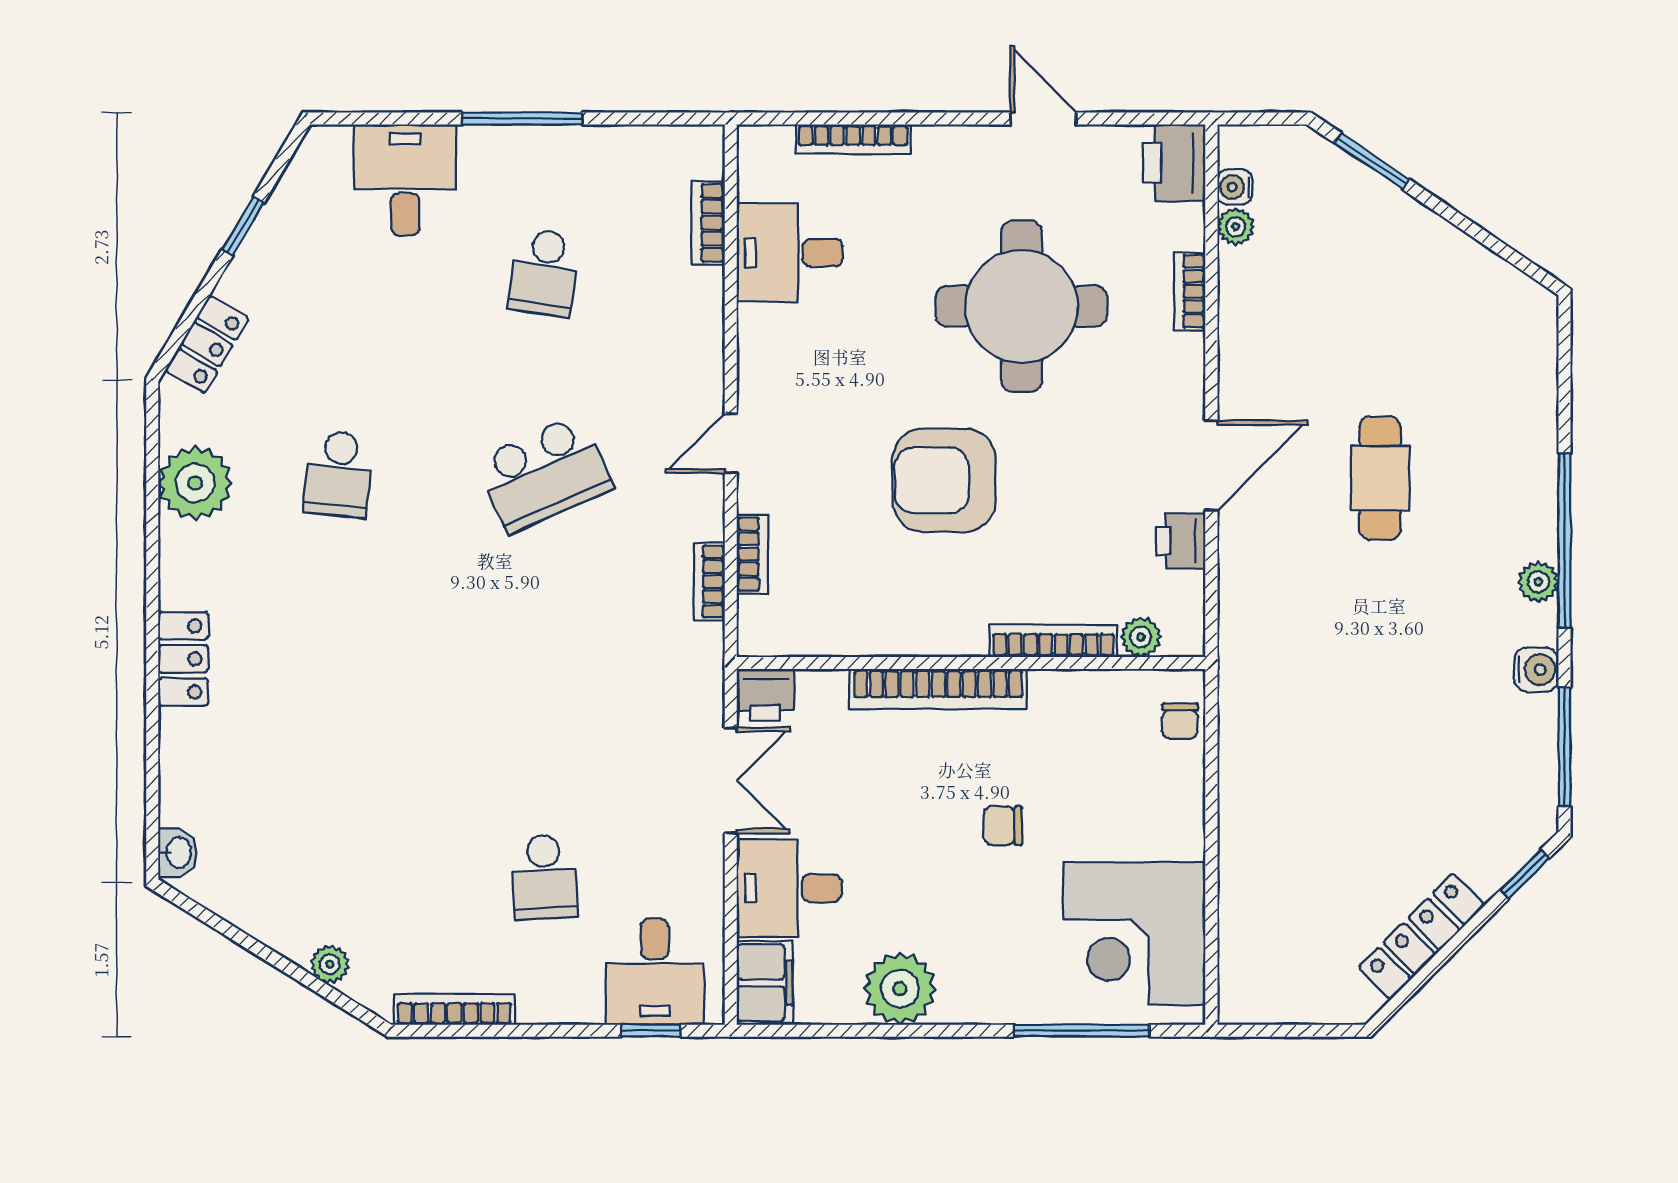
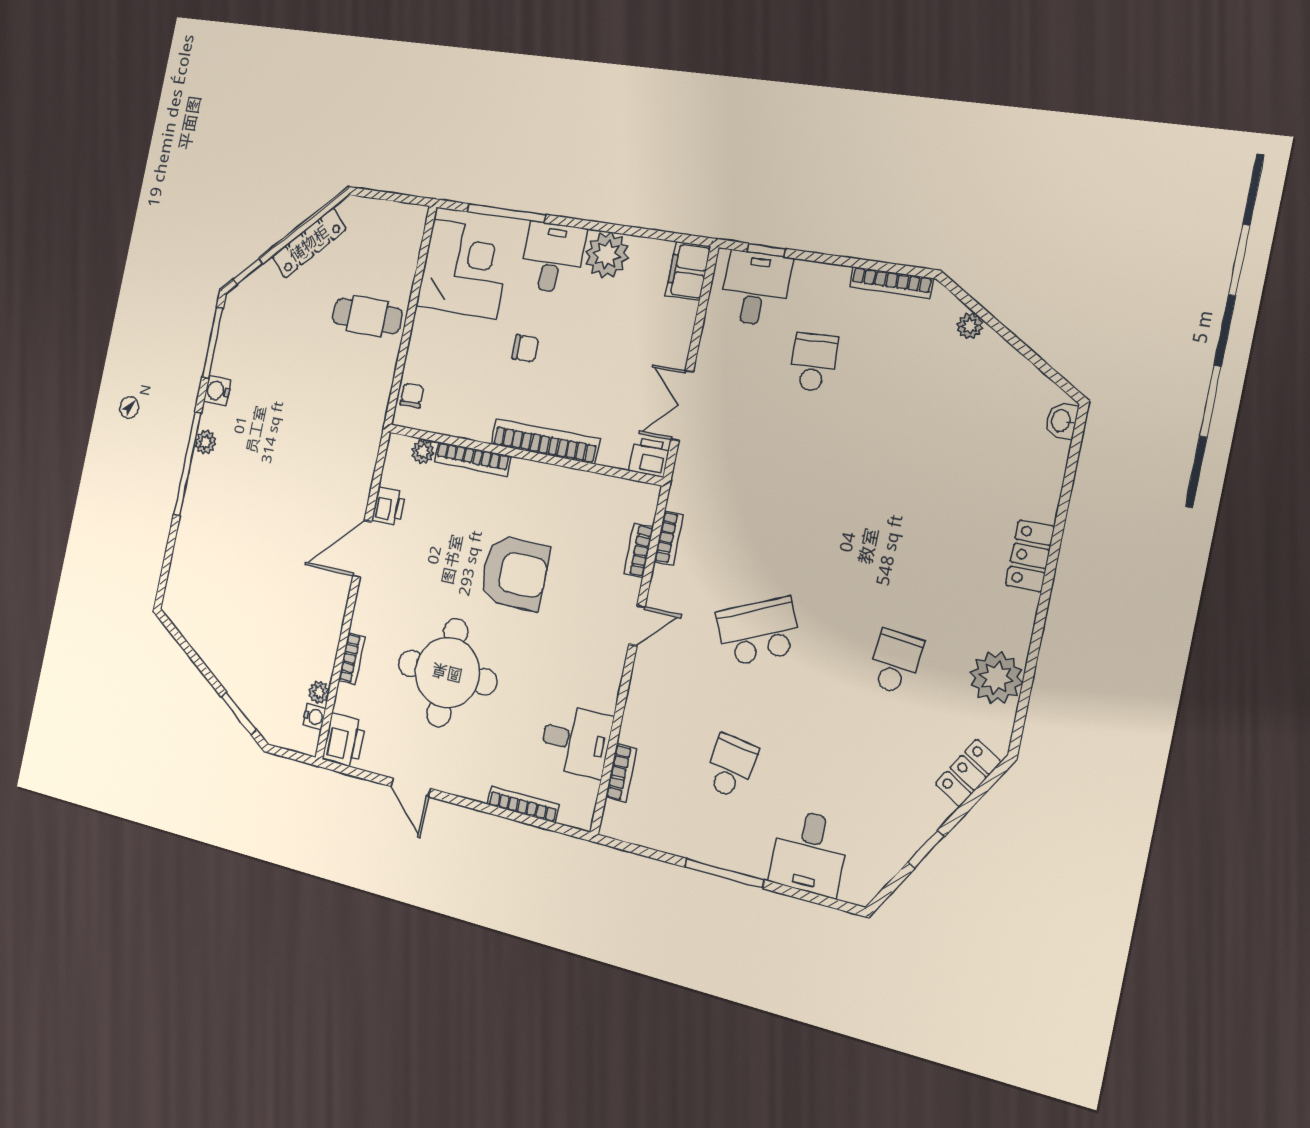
cafe table: (1380, 478) -> (367, 316), moved, turned 90
desk: (789, 888) -> (552, 257), moved, turned -90

